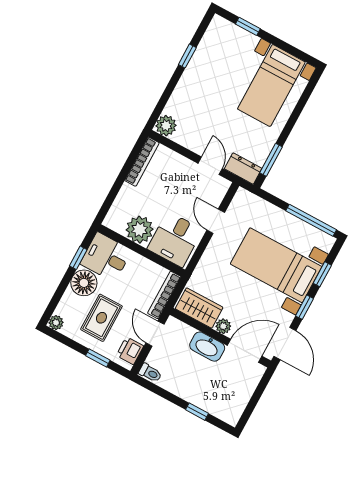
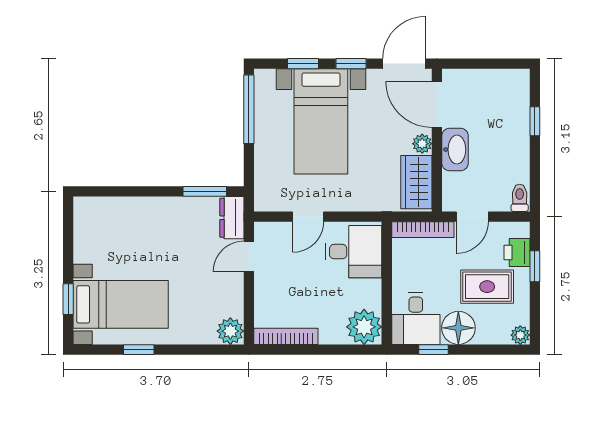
bed with nightstands: (271, 85) -> (121, 304), moved
plant: (140, 230) -> (364, 327), moved
printer: (130, 351) -> (517, 253), moved, turned 90

